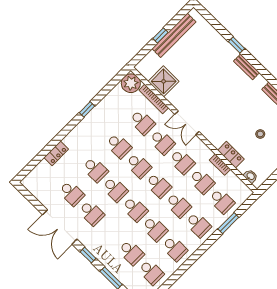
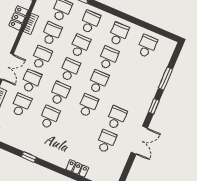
school desk: (95, 170) -> (78, 129), removed
double door: (60, 227) -> (139, 140), width x0.73
school desk: (131, 252) -> (137, 70), removed

